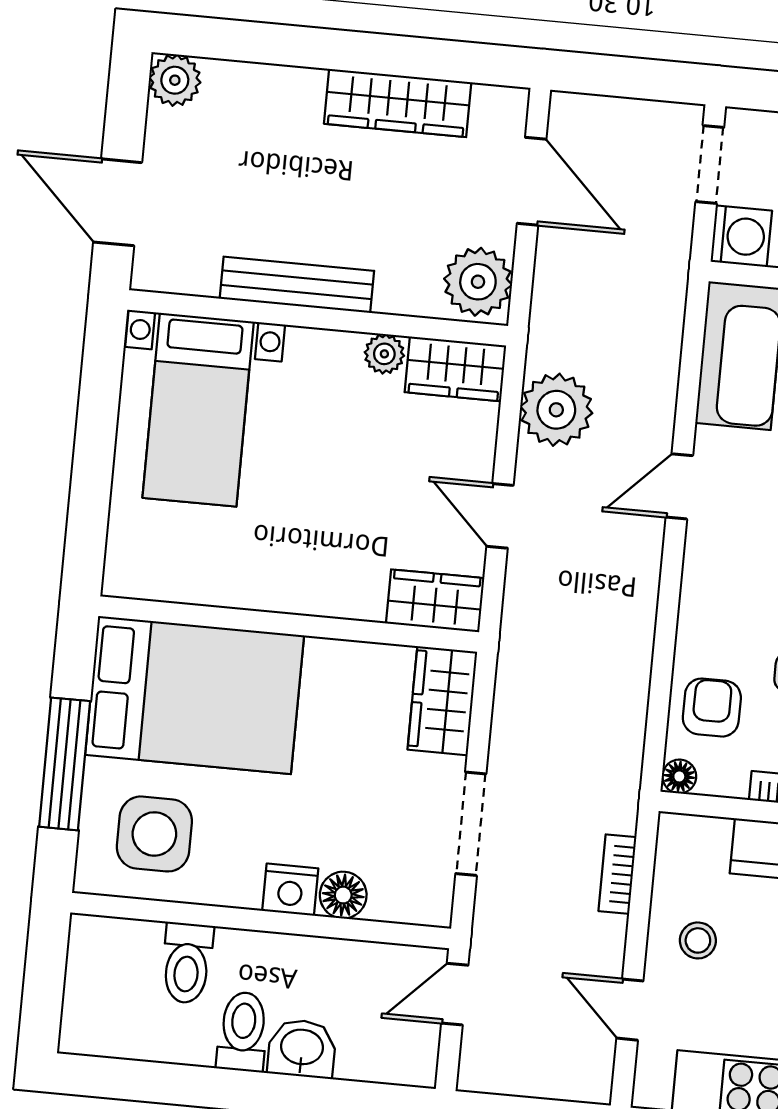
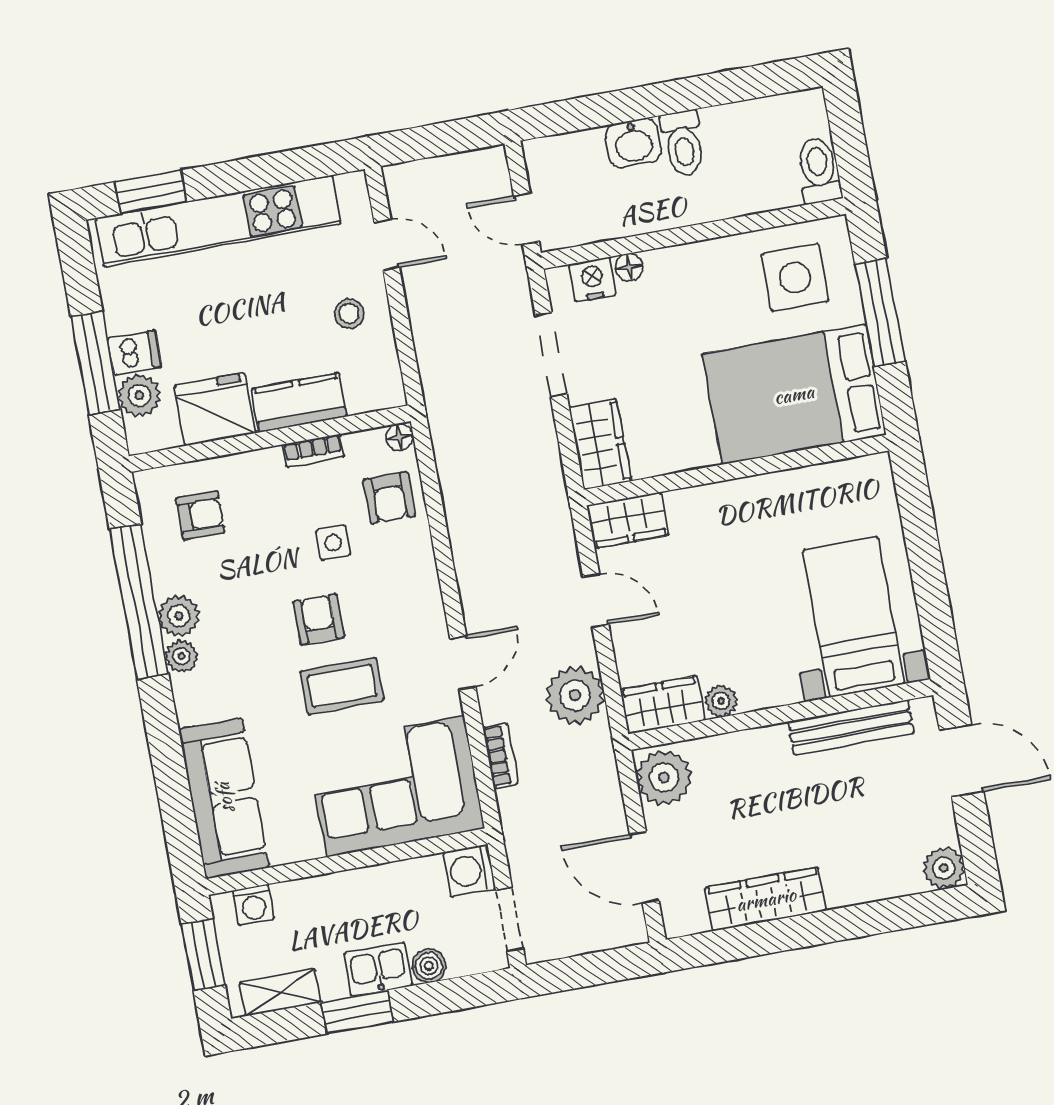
bench: (297, 285) -> (851, 727), moved
bookcase: (617, 874) -> (500, 756), moved
nightstand: (290, 890) -> (593, 279), moved
floor lamp: (343, 895) -> (629, 267), width x0.73, depth x0.73
toilet: (187, 963) -> (819, 170), moved
door: (455, 994) -> (526, 219), swing flipped

